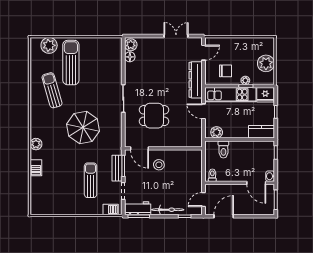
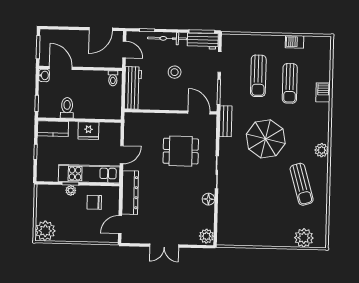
double door: (176, 36) -> (164, 246), moved
floor lamp: (130, 57) -> (208, 199), moved
sun lounger: (71, 63) -> (290, 83), moved, width x0.73, depth x0.75
plant: (266, 63) -> (45, 231), moved
fridge: (265, 95) -> (88, 131), moved, turned 180
door: (203, 111) -> (122, 155), hinge flipped
plant: (217, 132) -> (107, 129), removed
plant: (36, 144) -> (322, 150), moved
toilet: (223, 149) -> (67, 108), moved
stool: (159, 165) -> (175, 72), moved
bench: (117, 168) -> (226, 121), moved
workbench: (195, 168) -> (133, 88), added
door: (203, 200) -> (124, 50), hinge flipped
barbecue: (111, 210) -> (295, 42), moved

